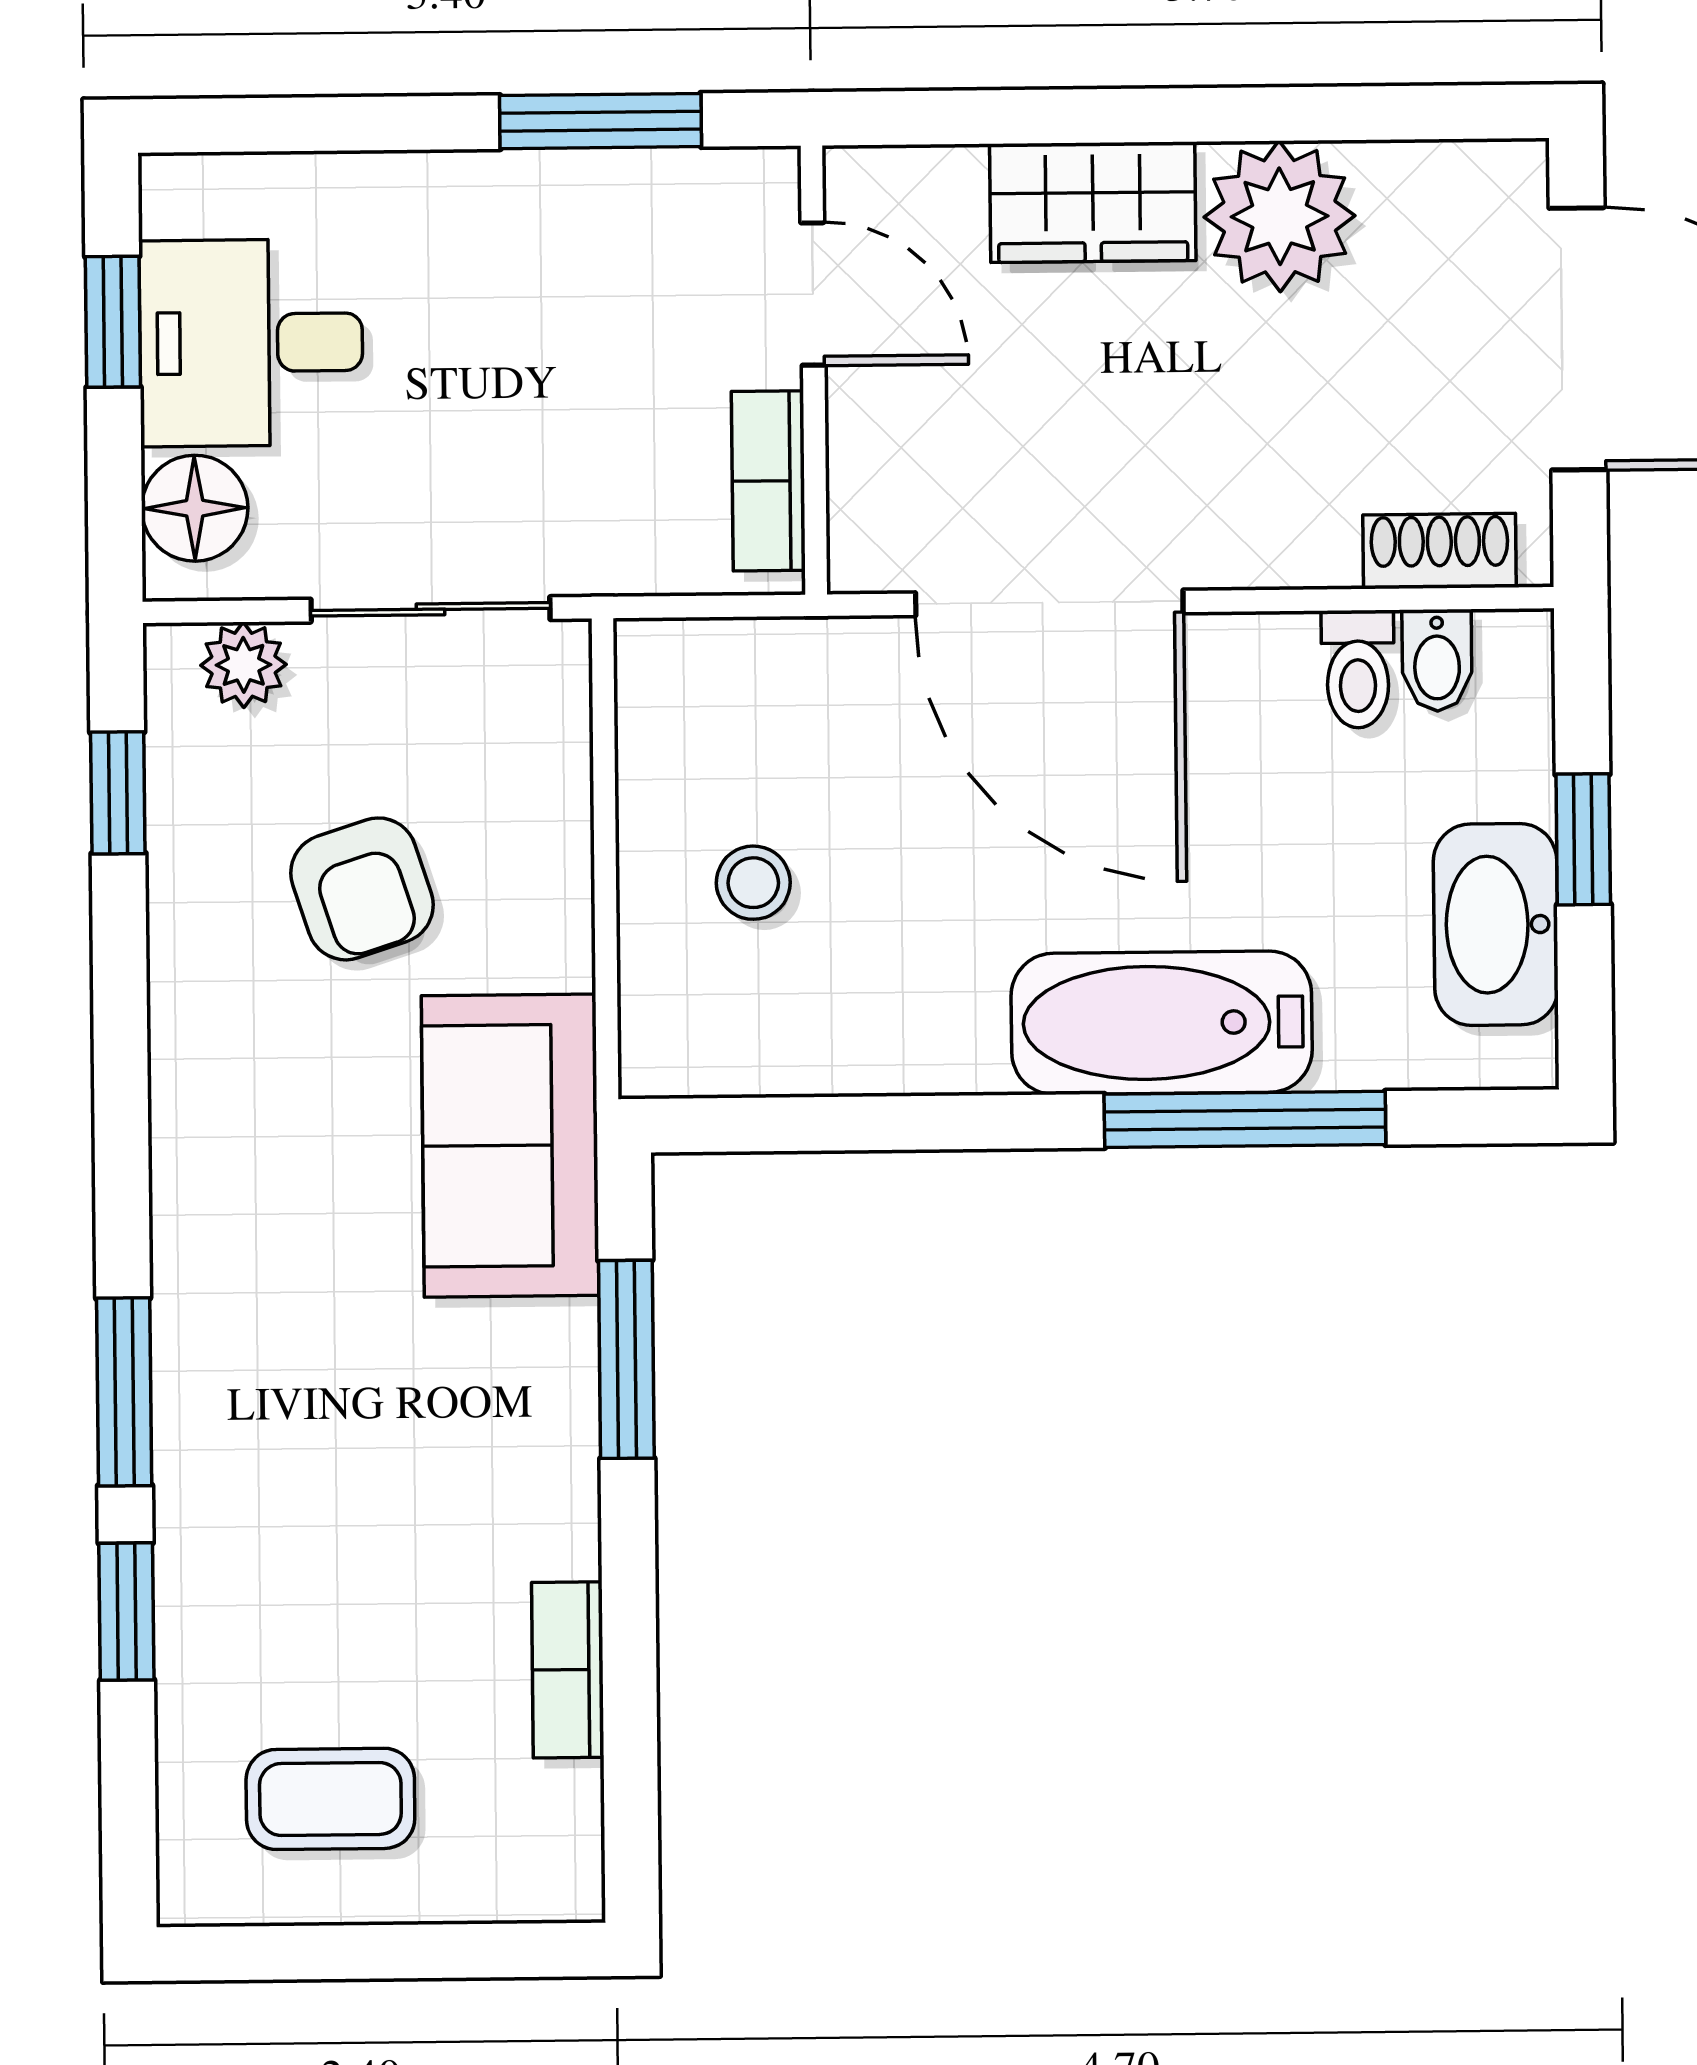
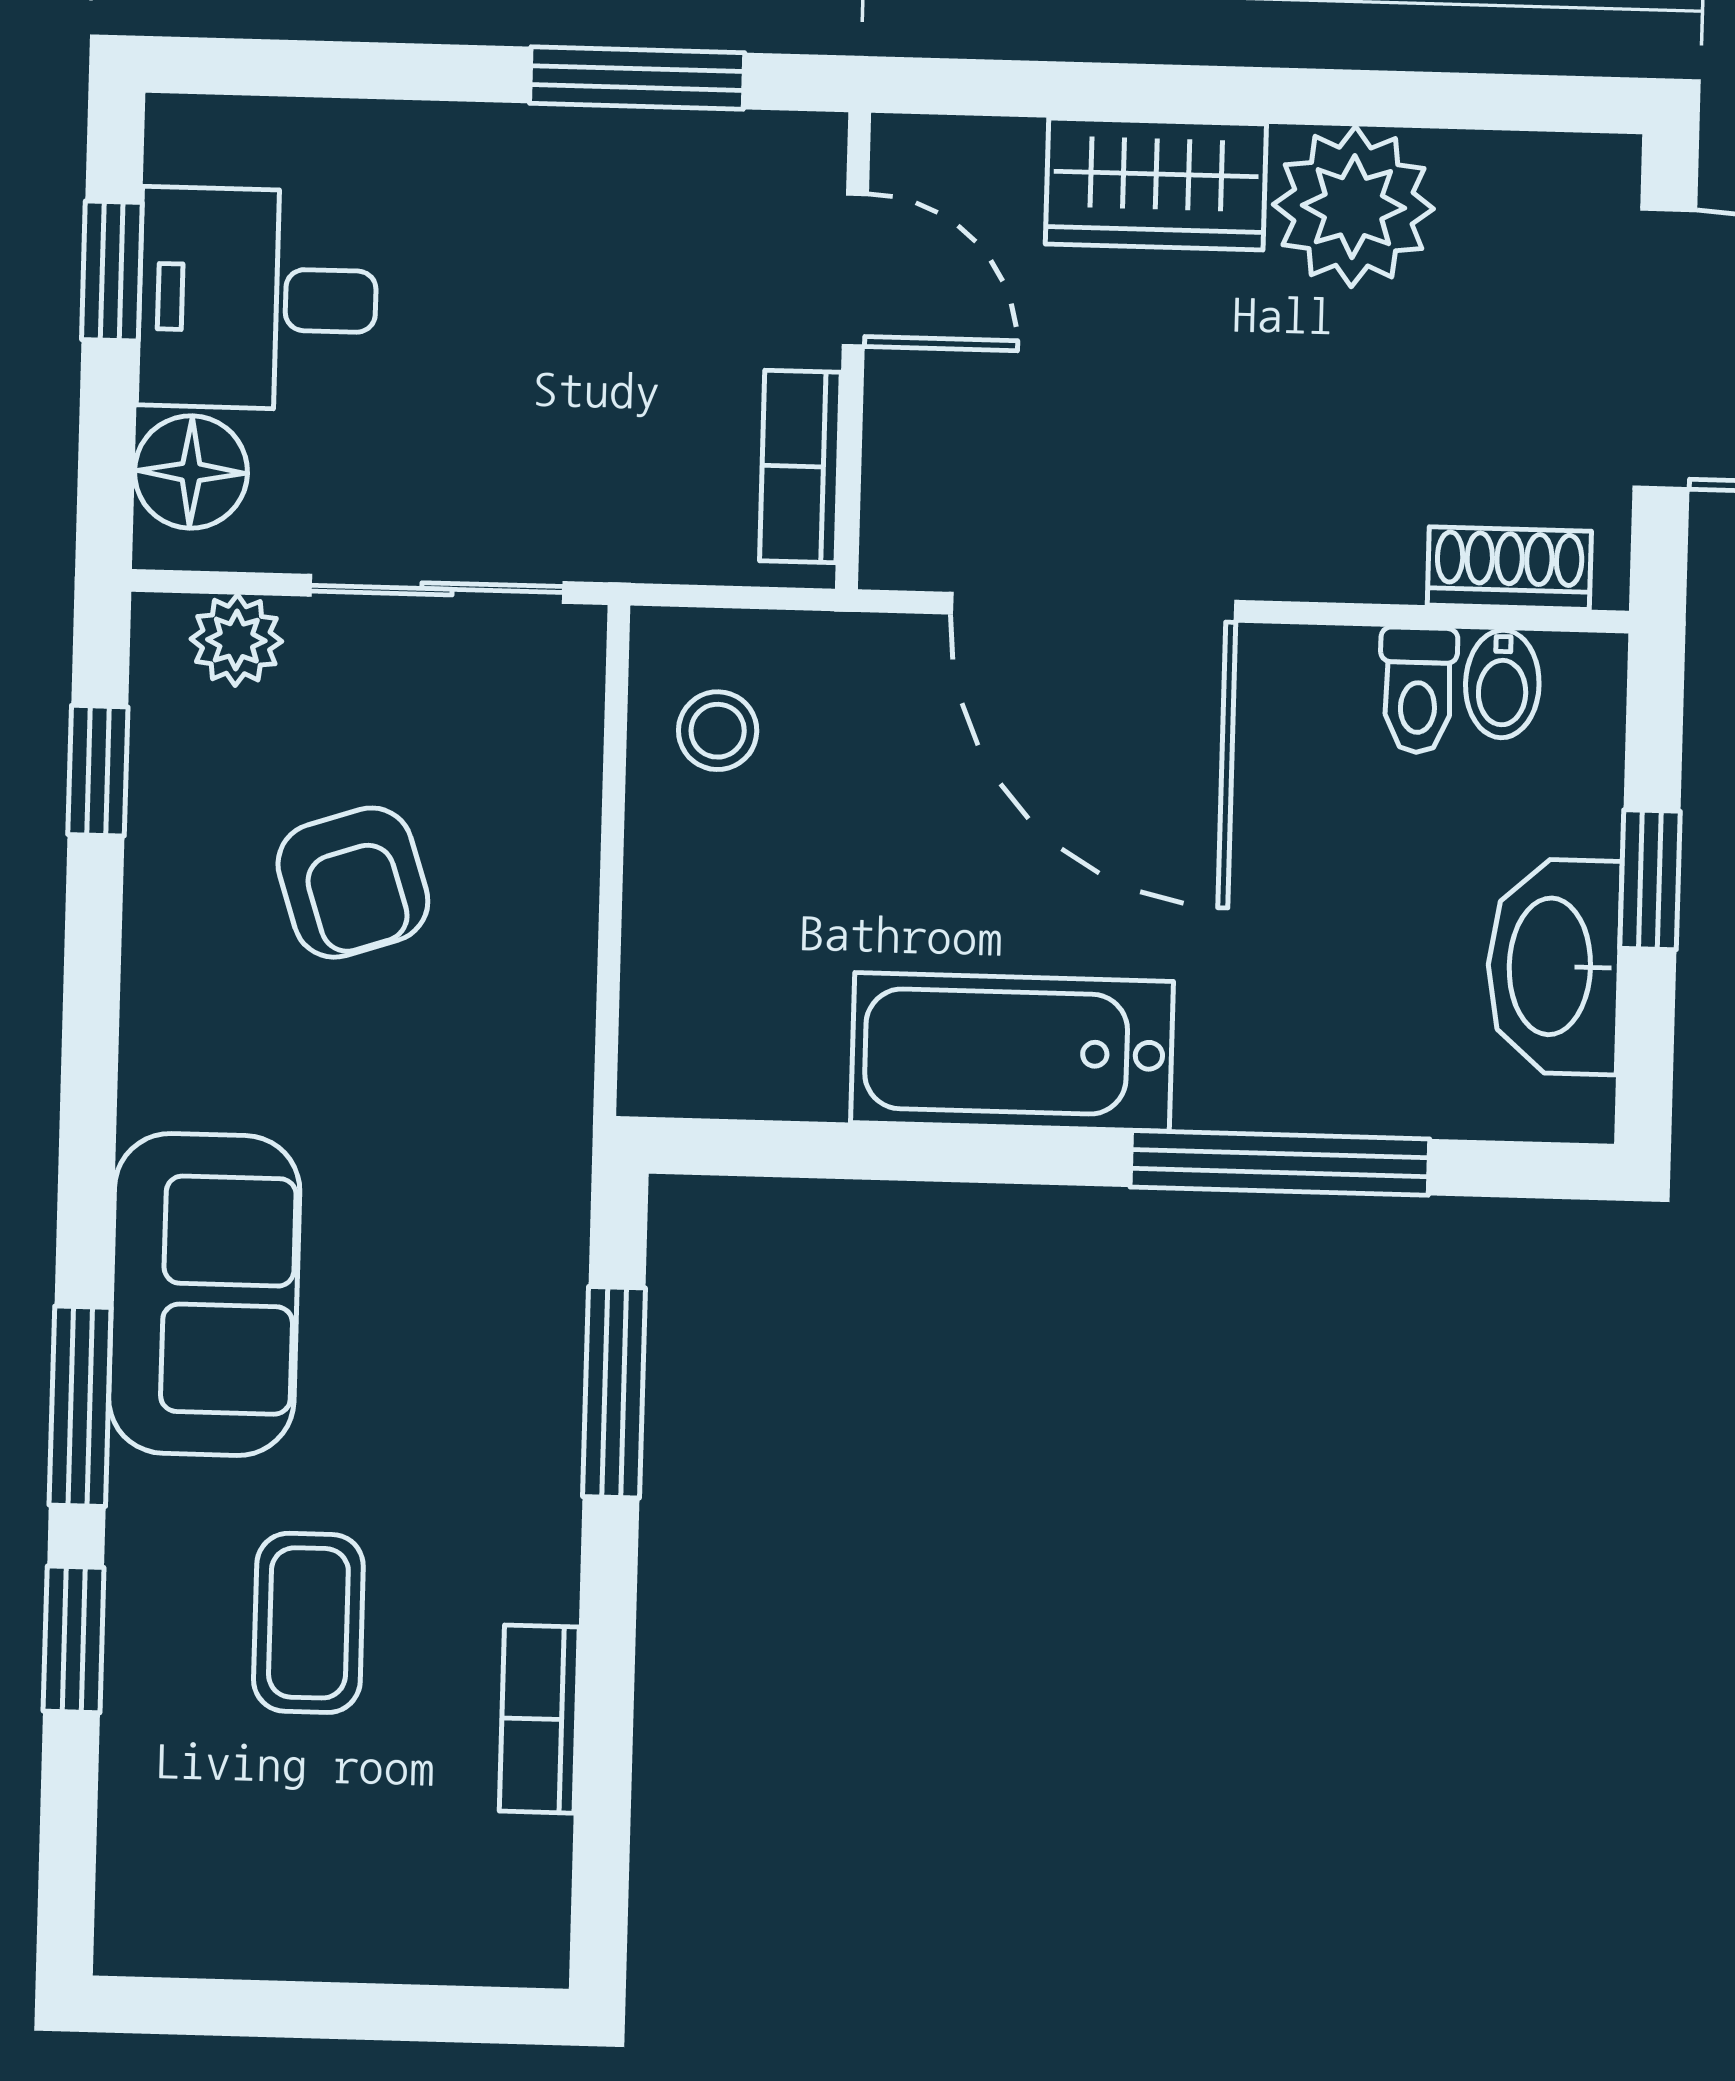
stool: (753, 883) -> (718, 731), moved
bathtub: (1162, 1023) -> (1012, 1052), moved
sofa: (510, 1146) -> (204, 1294), moved, turned 180
coffee table: (330, 1799) -> (308, 1623), moved, turned 90

